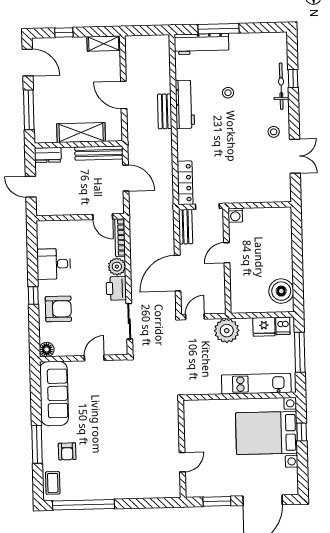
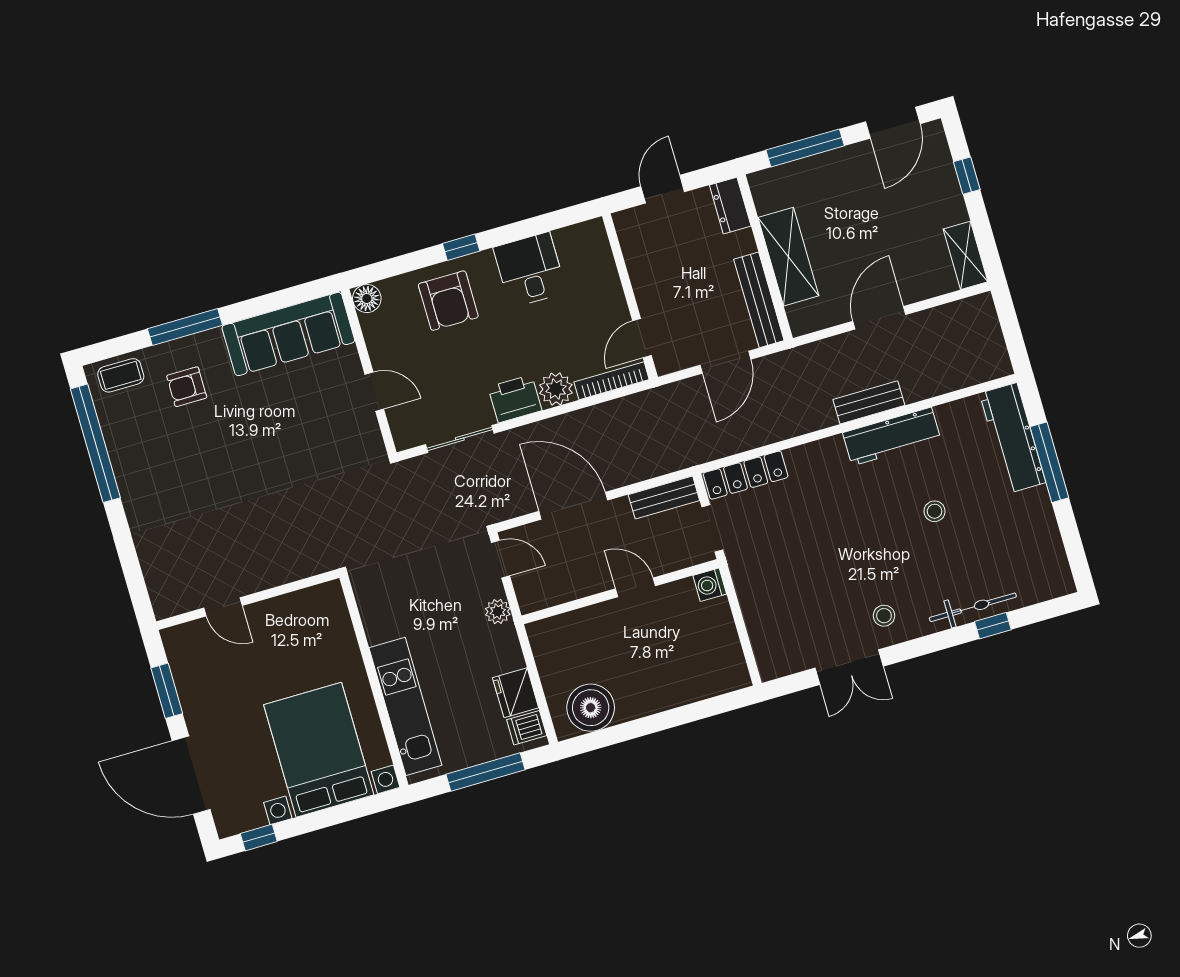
plant: (227, 331) -> (498, 612), width x0.53, depth x0.53
window: (302, 432) -> (259, 837), moved

